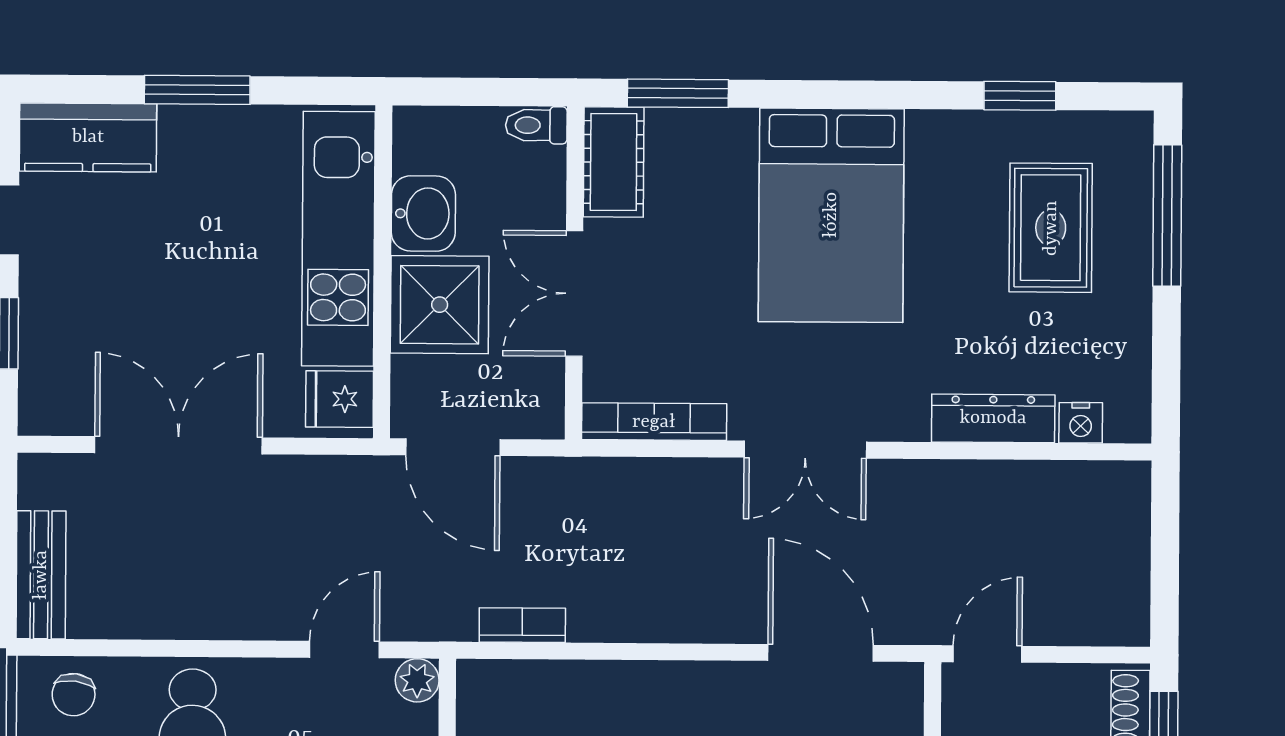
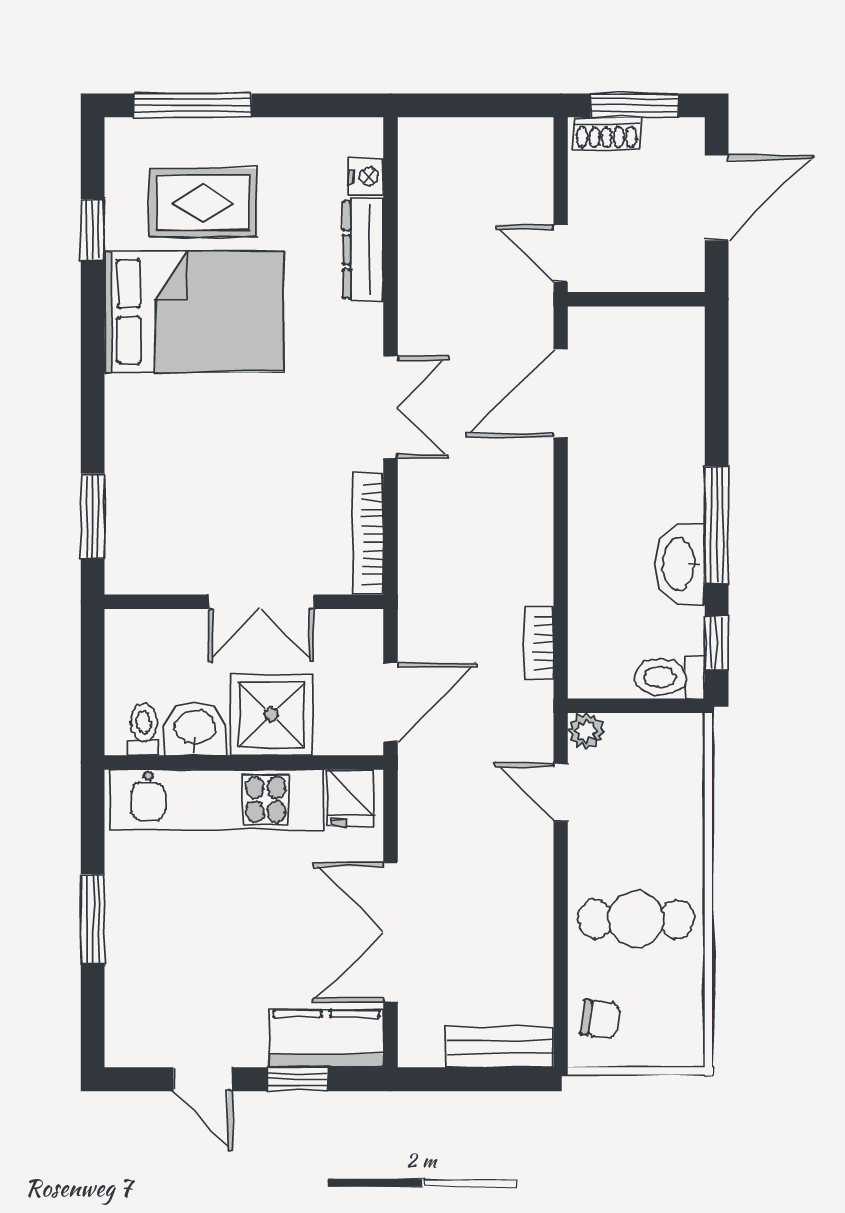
toilet: (536, 125) -> (144, 730), moved, turned 180
kitchen counter: (88, 137) -> (326, 1039), moved, turned -90
cot: (614, 162) -> (151, 570), removed
bed: (831, 215) -> (194, 312), moved

